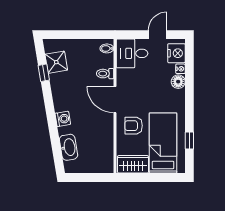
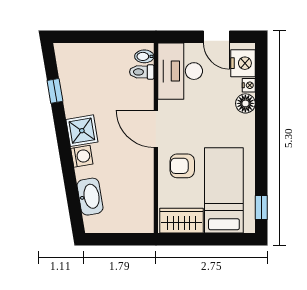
door: (158, 35) -> (216, 37), swing flipped
desk: (132, 53) -> (180, 71), width x1.37
shower: (56, 62) -> (82, 131), moved
toilet: (105, 74) -> (142, 72), moved
window: (189, 140) -> (261, 208), moved

